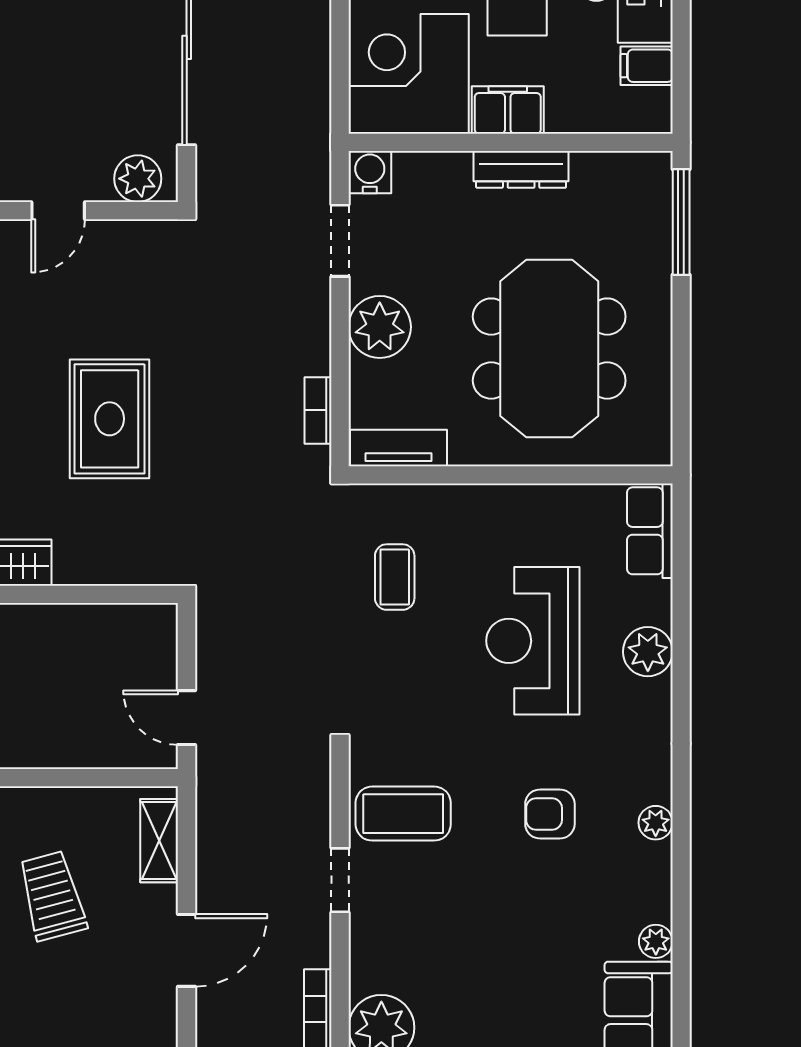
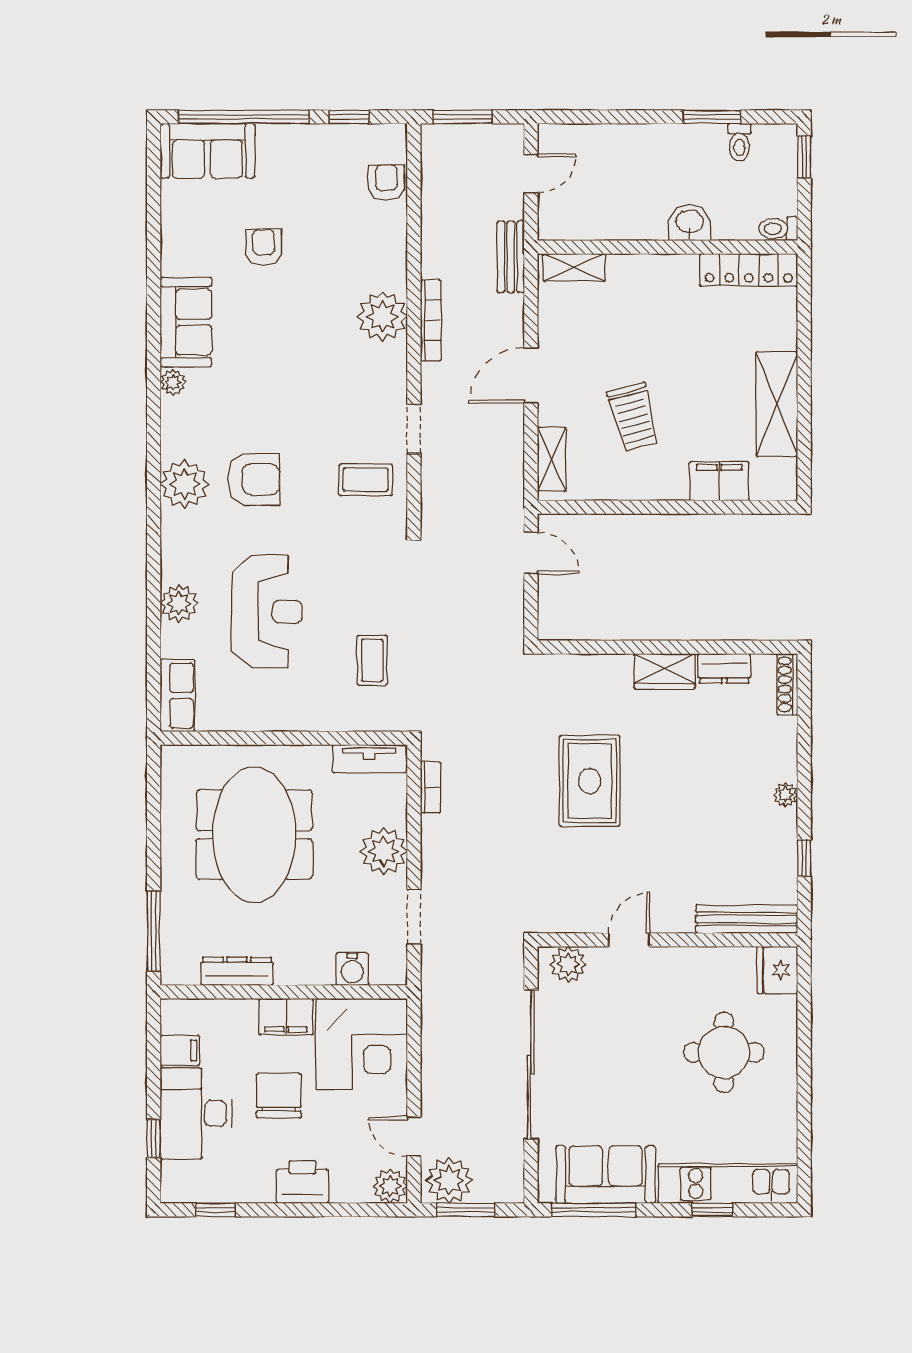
dresser: (521, 169) -> (237, 971), moved
water cooler: (370, 172) -> (352, 969), moved
coffee table: (403, 814) -> (366, 480), width x0.73, depth x0.77
armchair: (550, 814) -> (254, 479), width x1.38, depth x1.38
plant: (656, 823) -> (184, 484), width x1.87, depth x1.87

